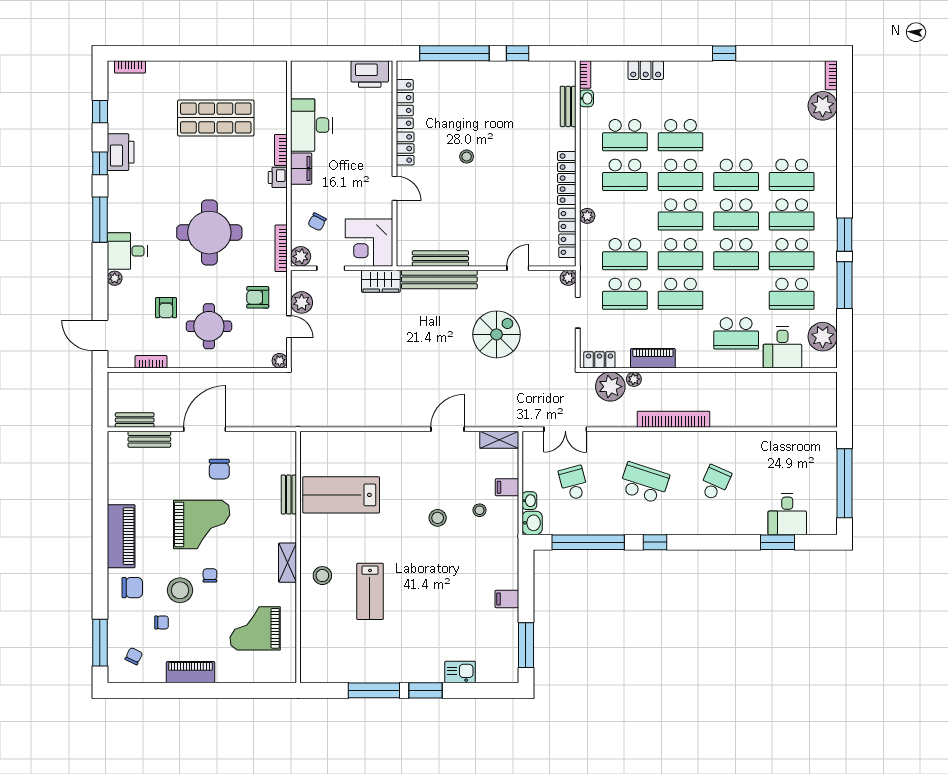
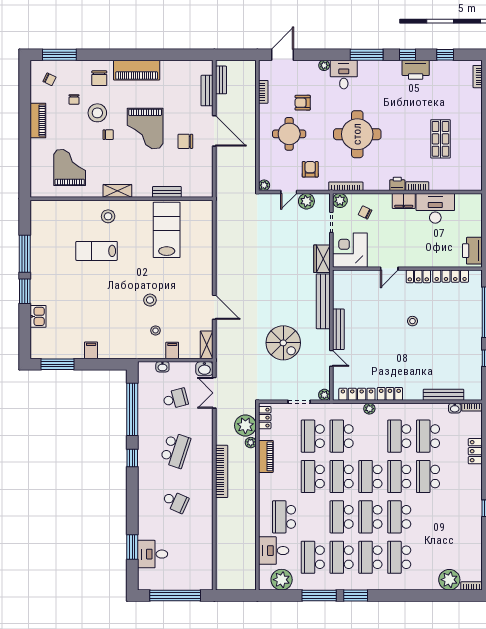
bench: (568, 106) -> (443, 395), width x1.36
shop shelf: (216, 118) -> (440, 139), width x0.70, depth x0.74
locker: (567, 178) -> (390, 394), width x0.66
bench: (440, 258) -> (338, 329), moved
washbasin: (532, 523) -> (204, 369), moved

